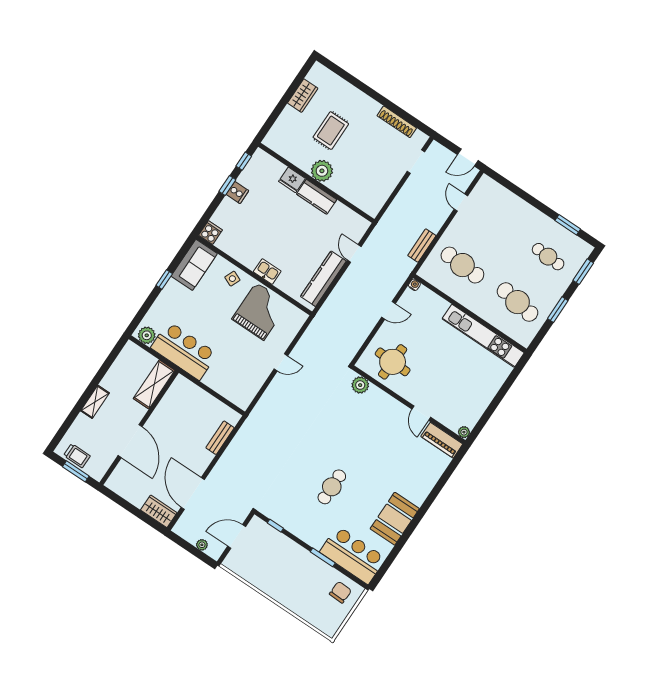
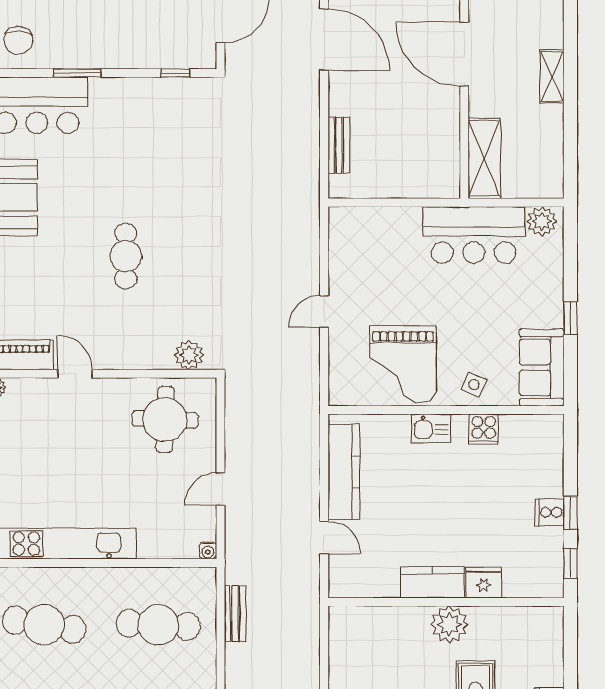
cooker: (210, 233) -> (484, 429), moved
cafe table: (332, 487) -> (126, 256), moved

